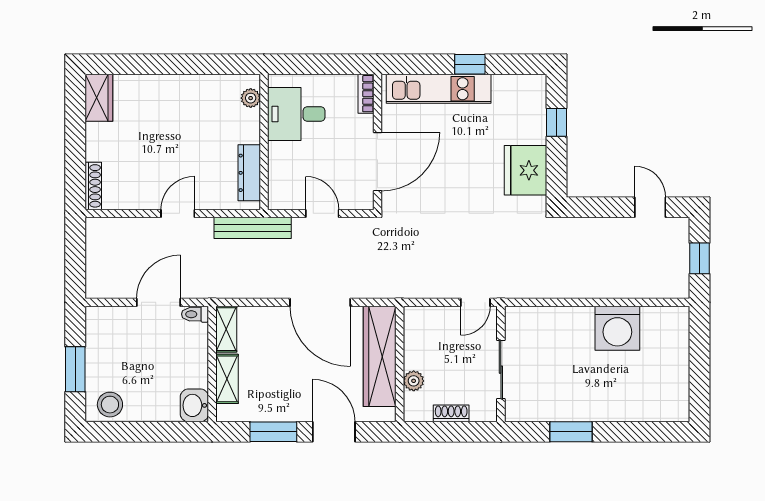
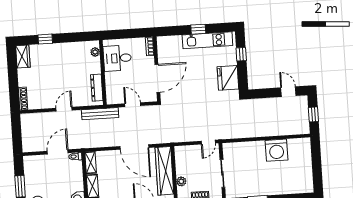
window: (148, 64) -> (45, 39), added
kitchen unit: (439, 89) -> (207, 40), moved

